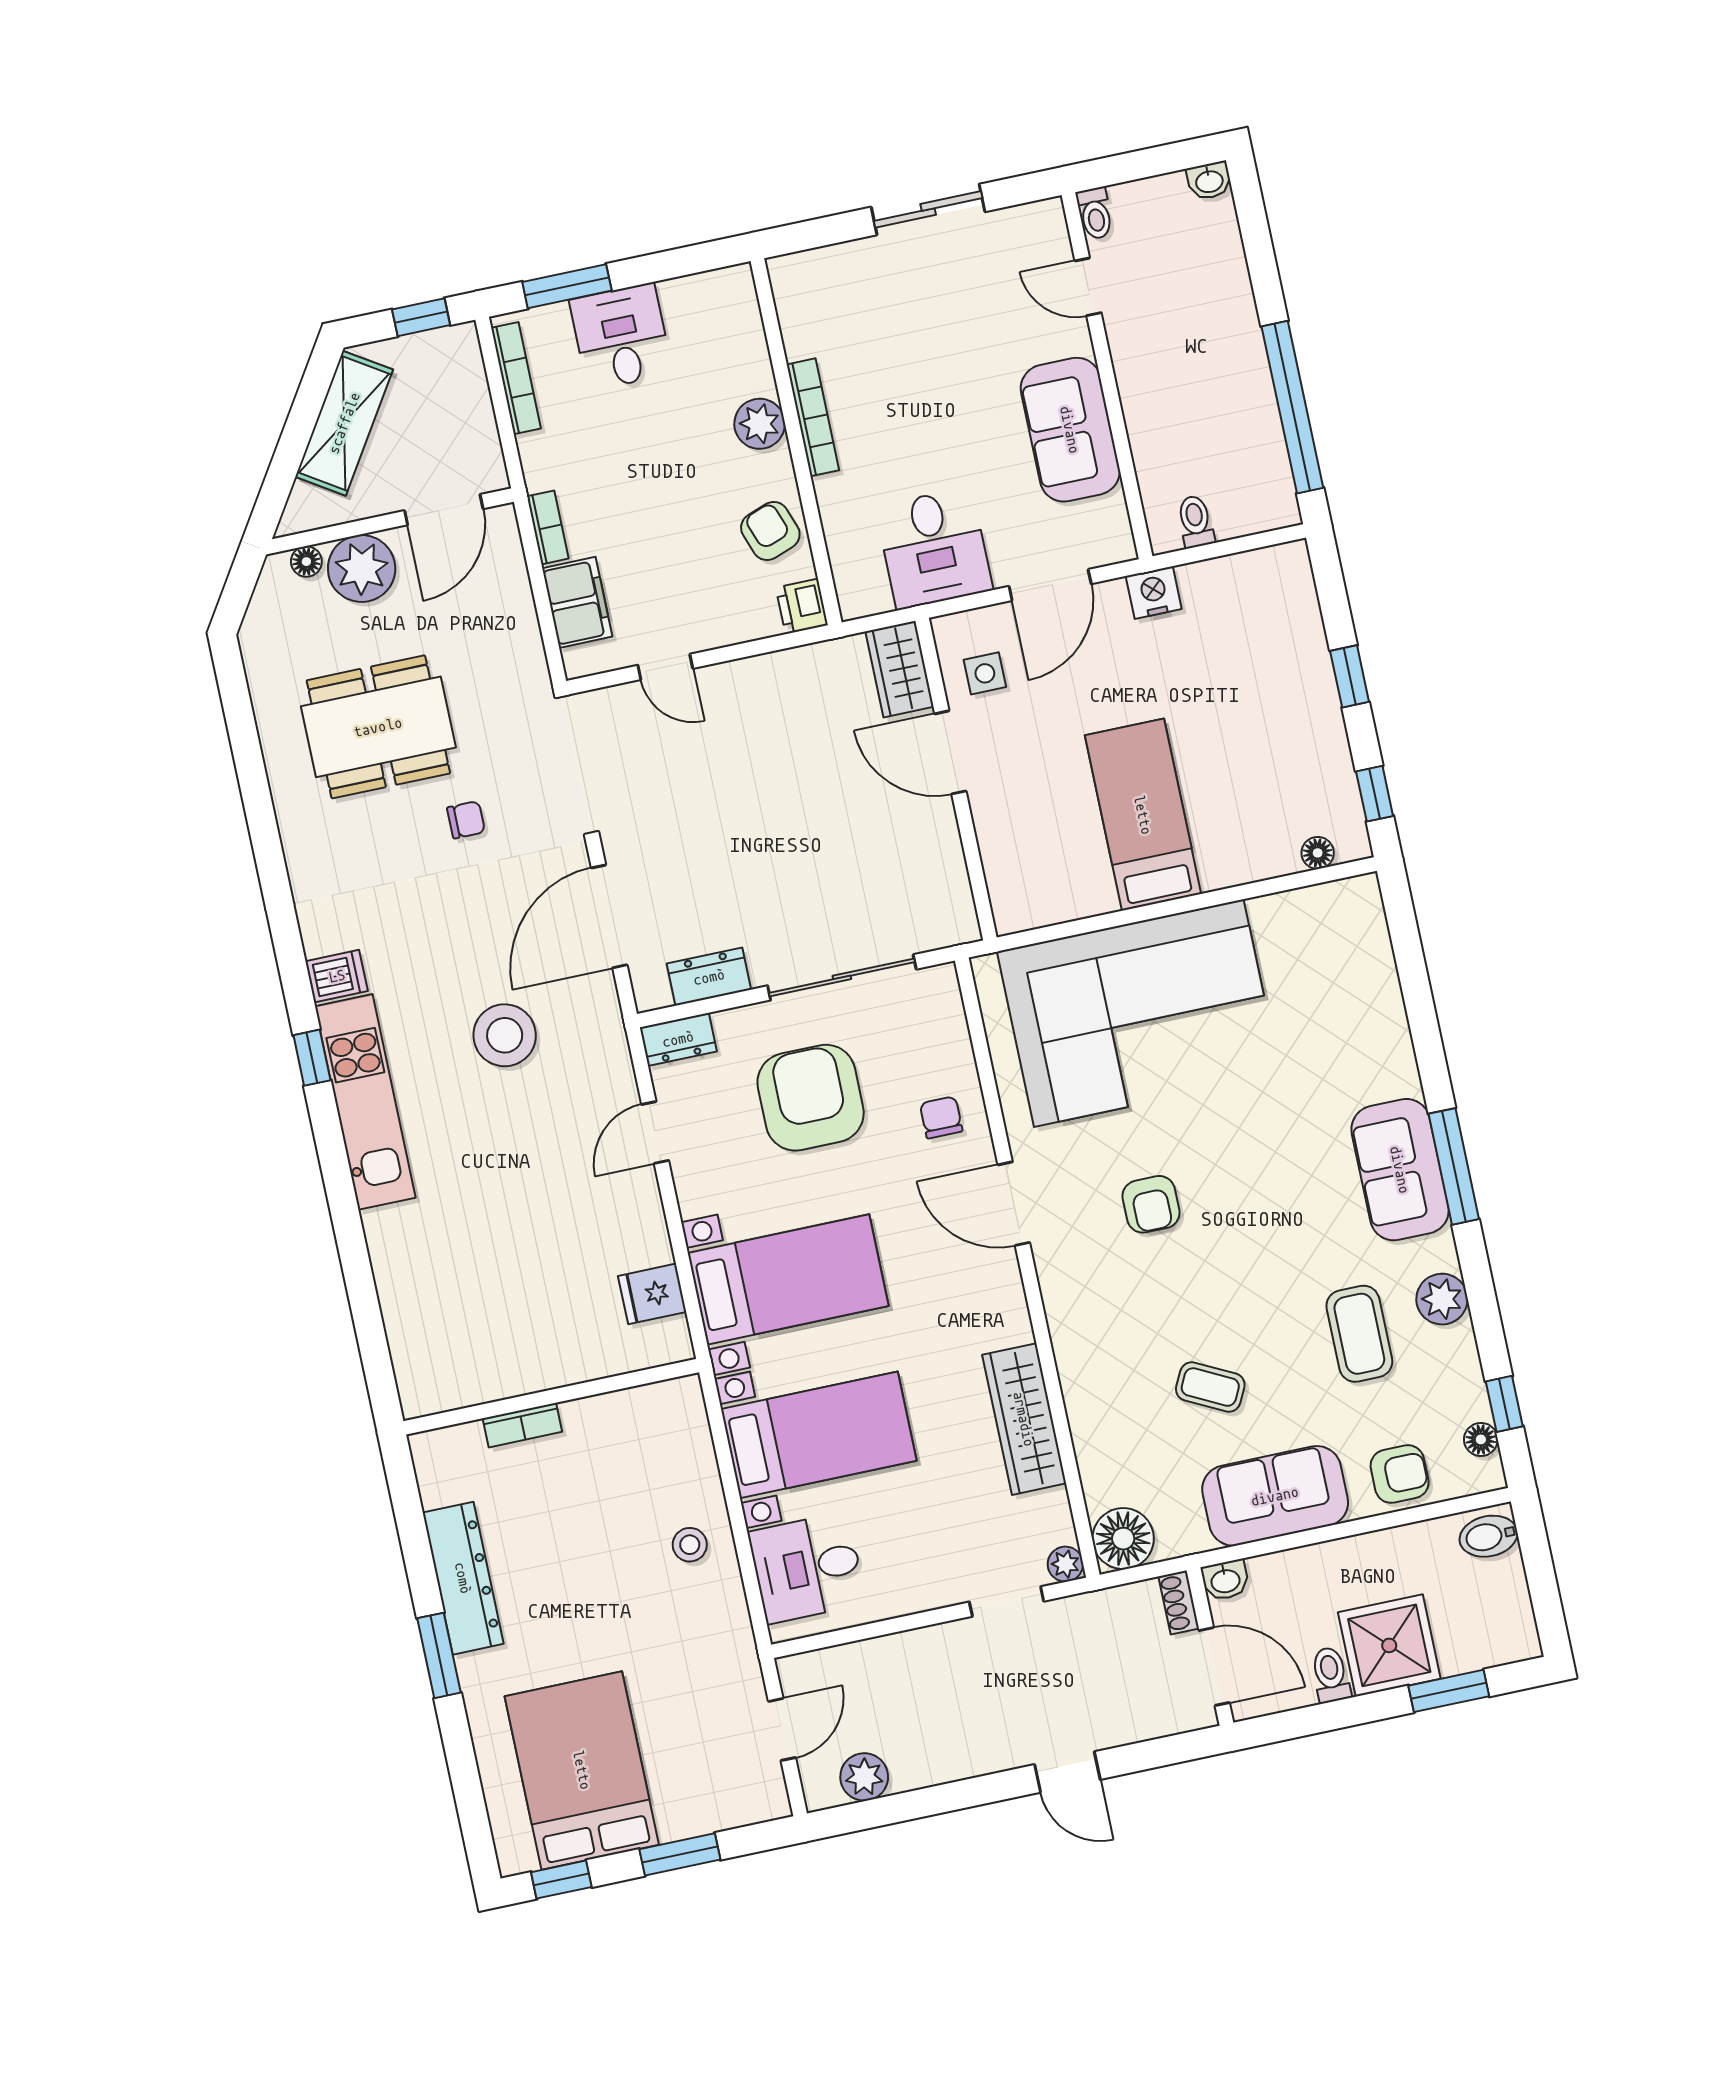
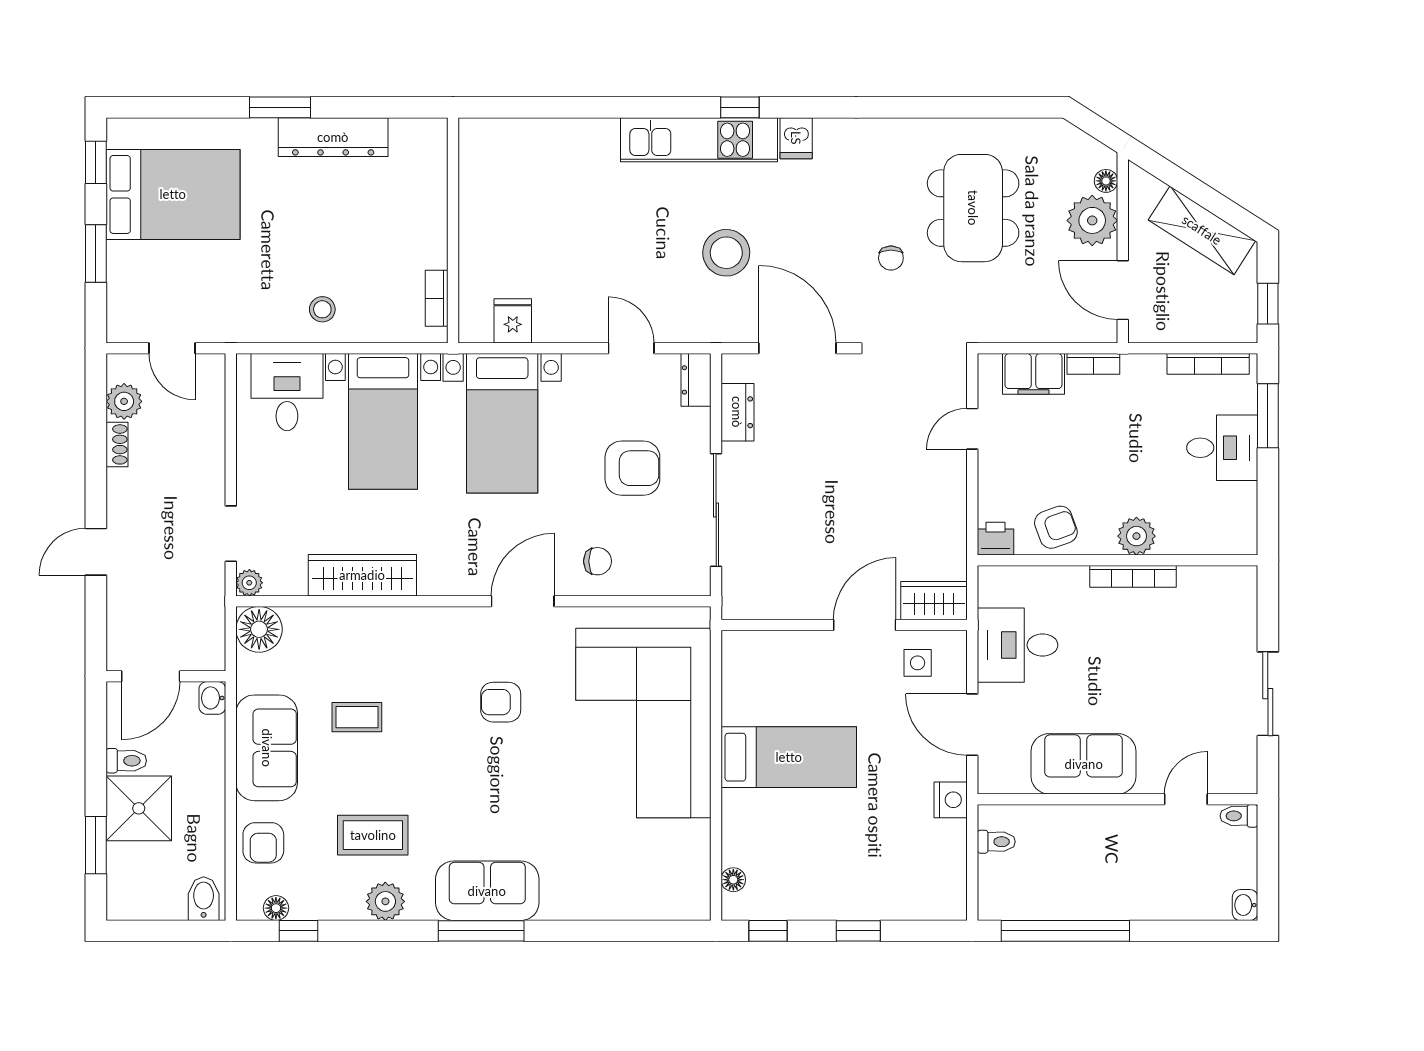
armchair: (811, 1098) -> (632, 468), width x0.73, depth x0.73
coffee table: (1210, 1387) -> (357, 717), turned 63
bookcase: (522, 1425) -> (437, 298), moved
shoe rack: (1179, 1602) -> (117, 444), moved, turned 90

